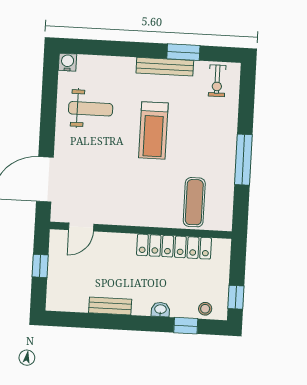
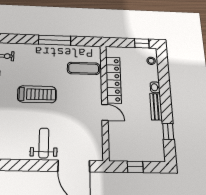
weight bench: (91, 109) -> (44, 143), moved
door: (81, 227) -> (105, 112), moved
bench: (110, 306) -> (156, 107), moved
window: (186, 326) -> (168, 131), moved

